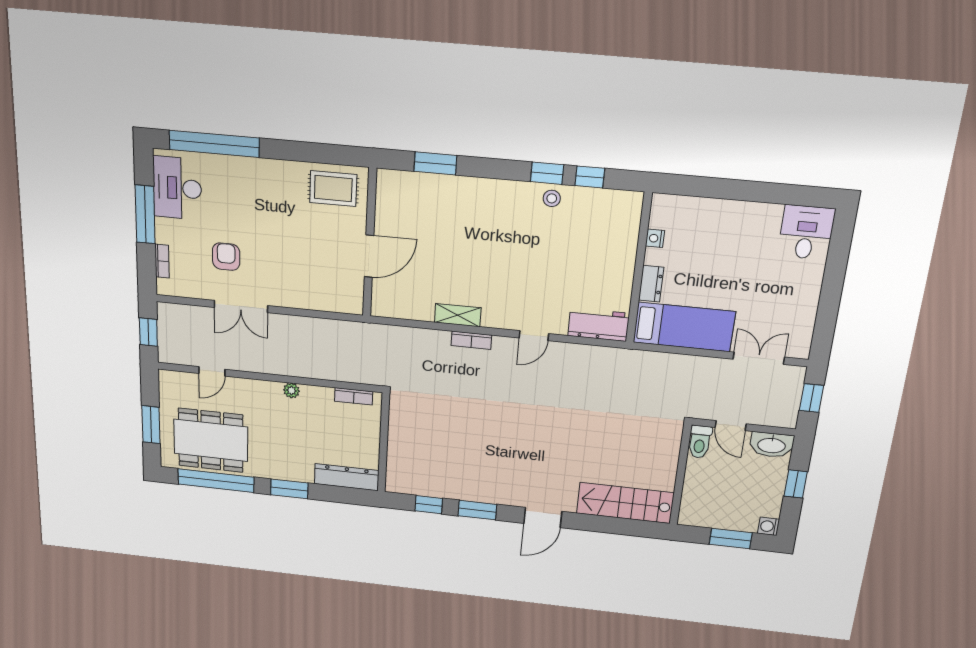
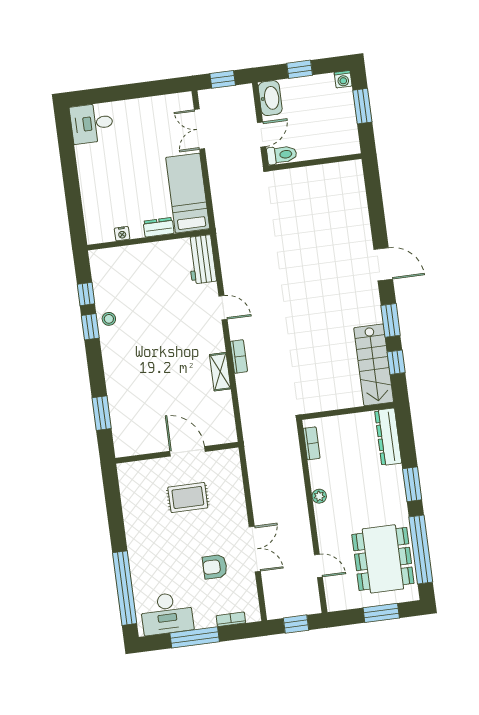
rug: (333, 189) -> (188, 497), moved, turned 90
stairs: (625, 503) -> (374, 365), moved

